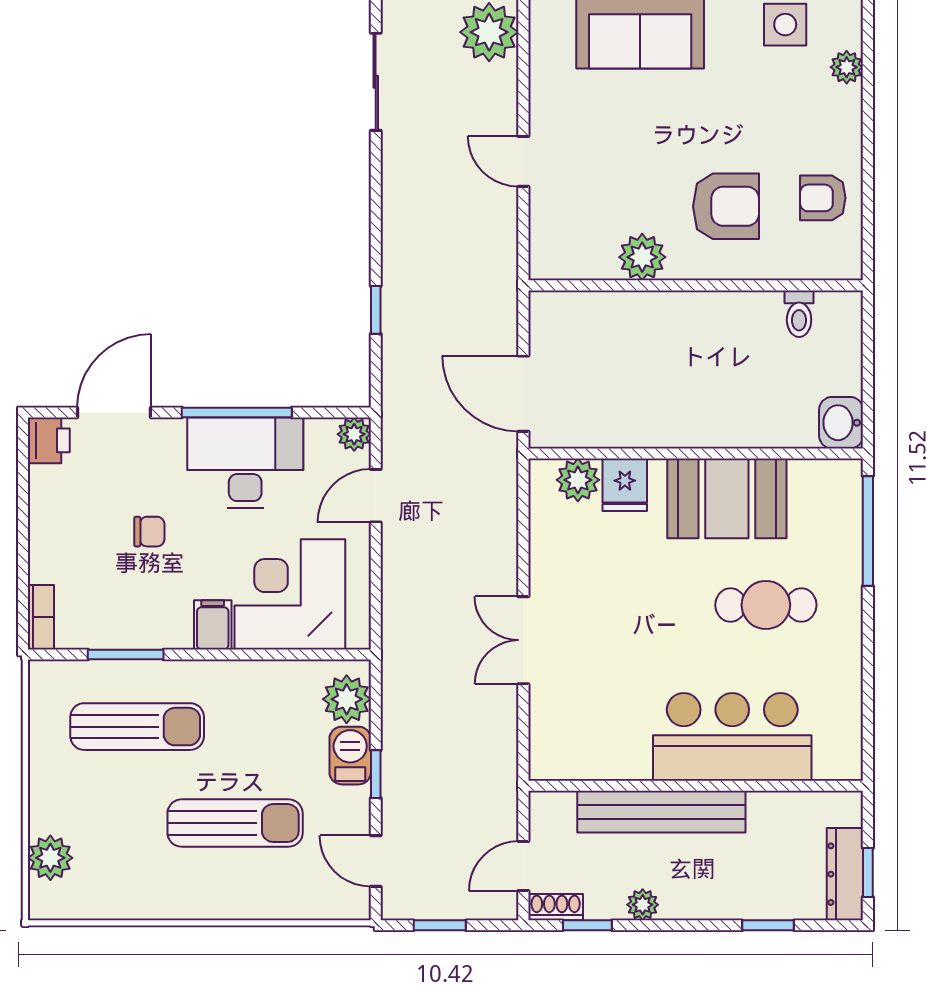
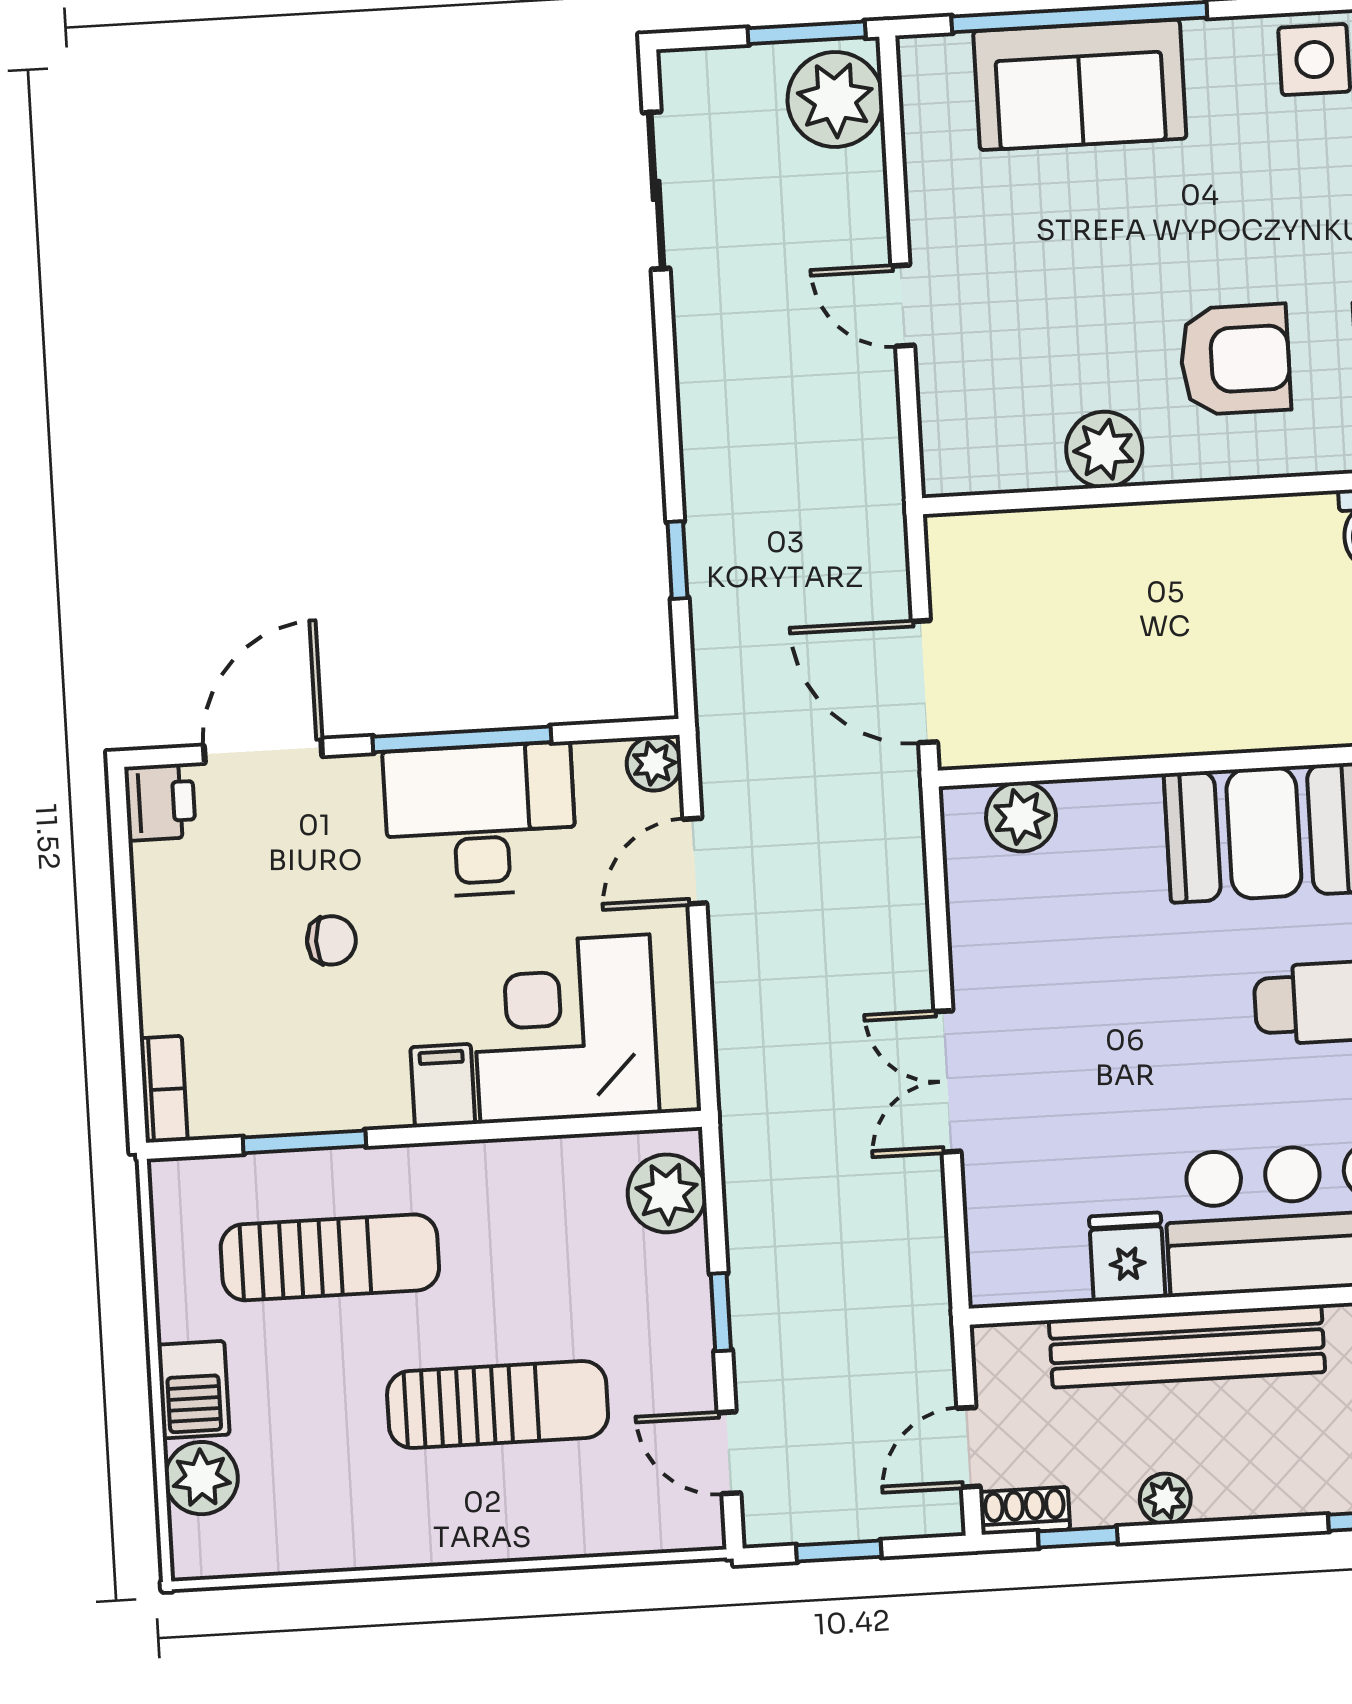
fridge: (625, 485) -> (1127, 1257), moved, turned 180
barbecue: (350, 756) -> (193, 1390), moved, turned 180

